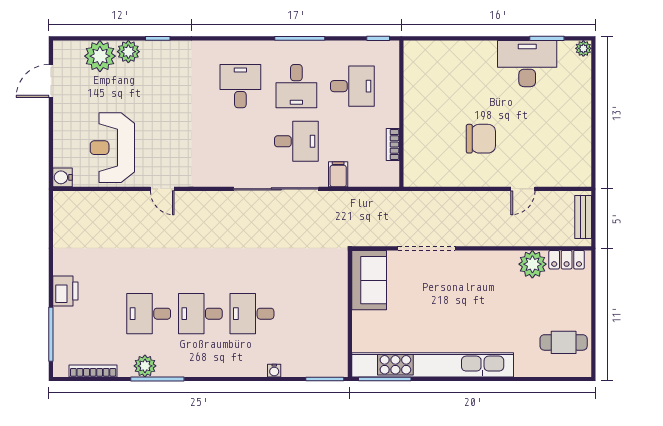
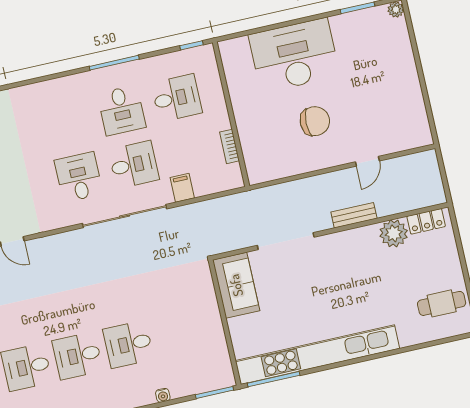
desk: (527, 64) -> (294, 55), moved, width x1.36, depth x1.30
desk: (240, 86) -> (79, 177), moved
bench: (583, 217) -> (354, 215), moved, turned 90

